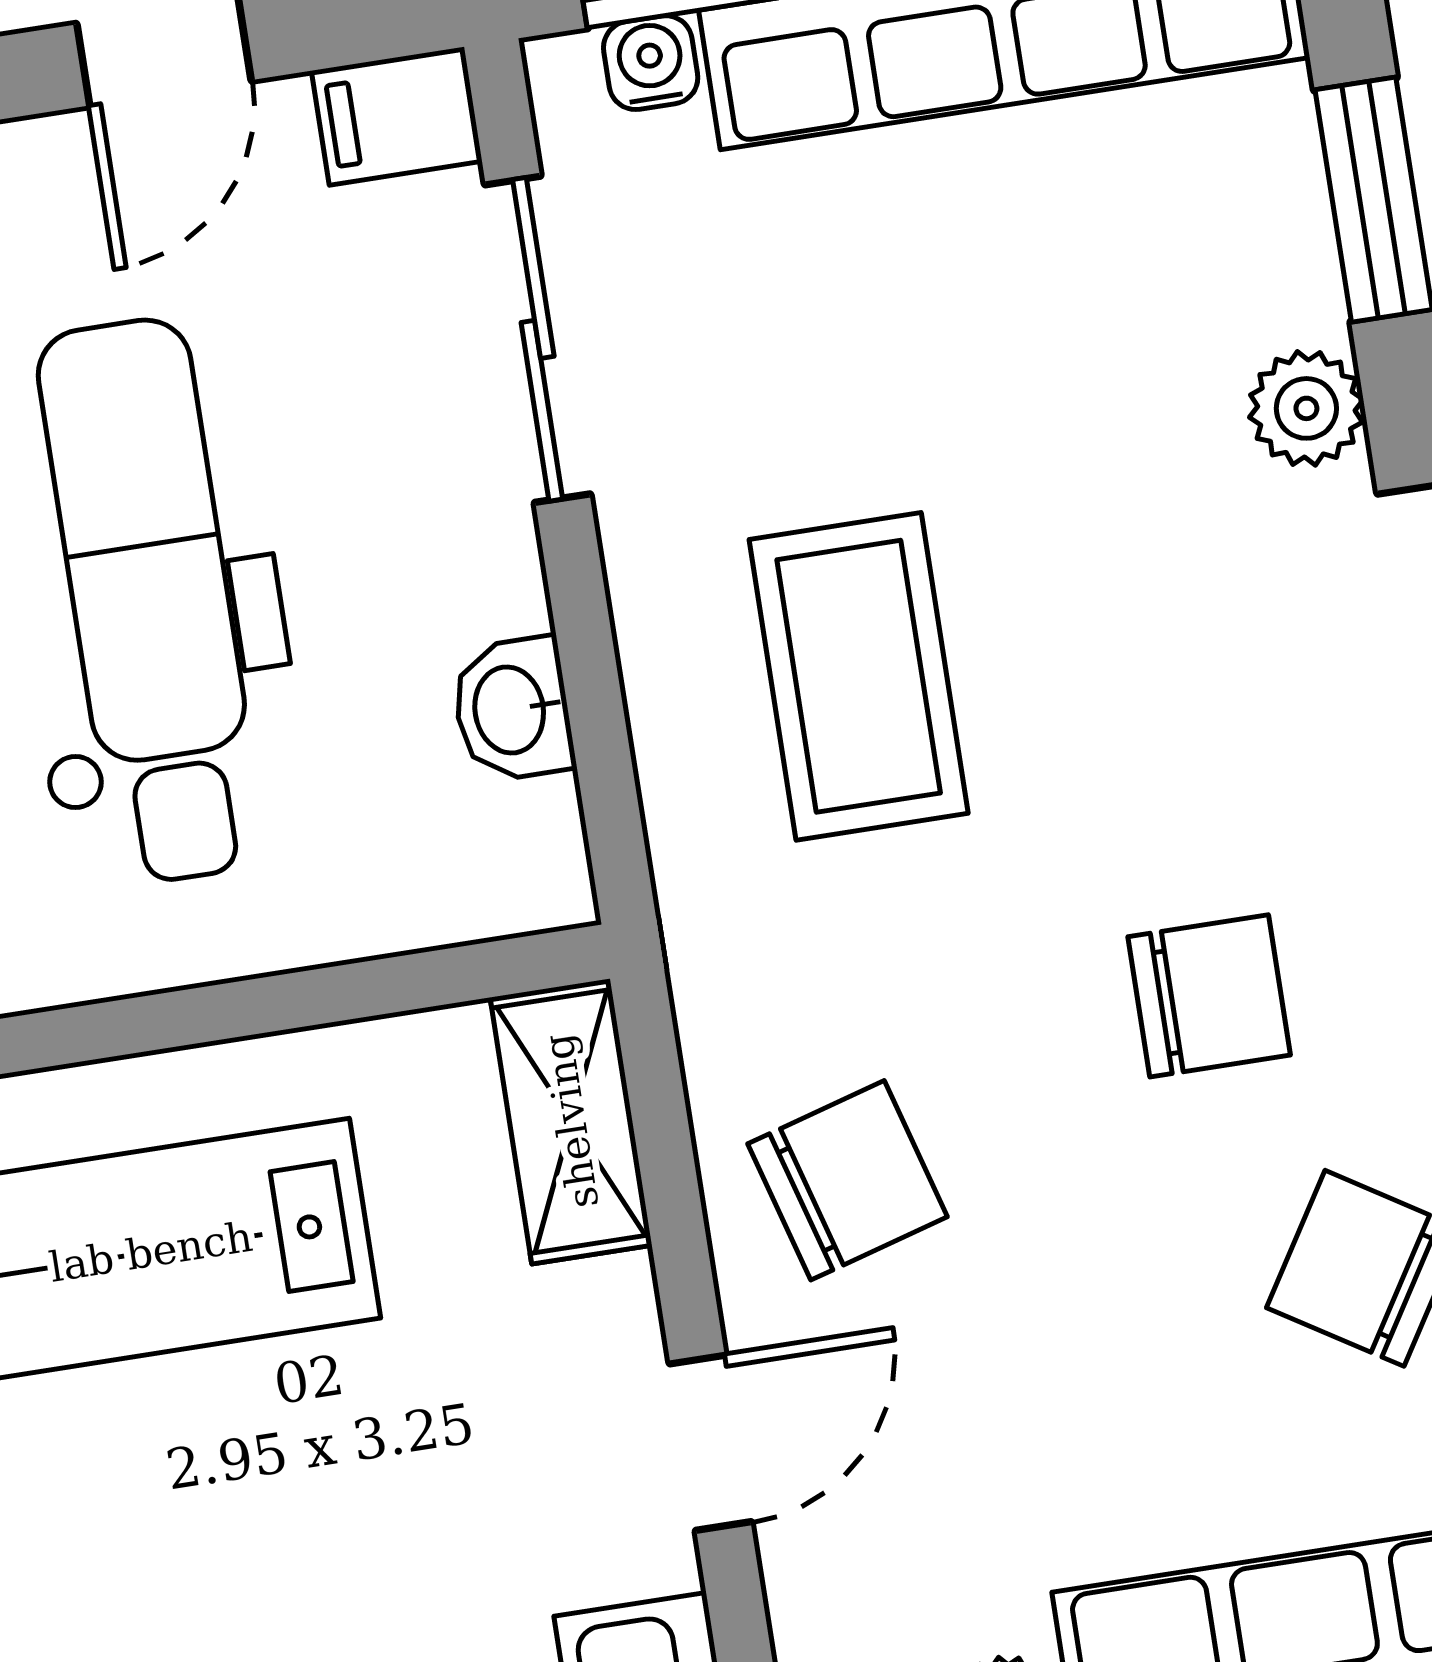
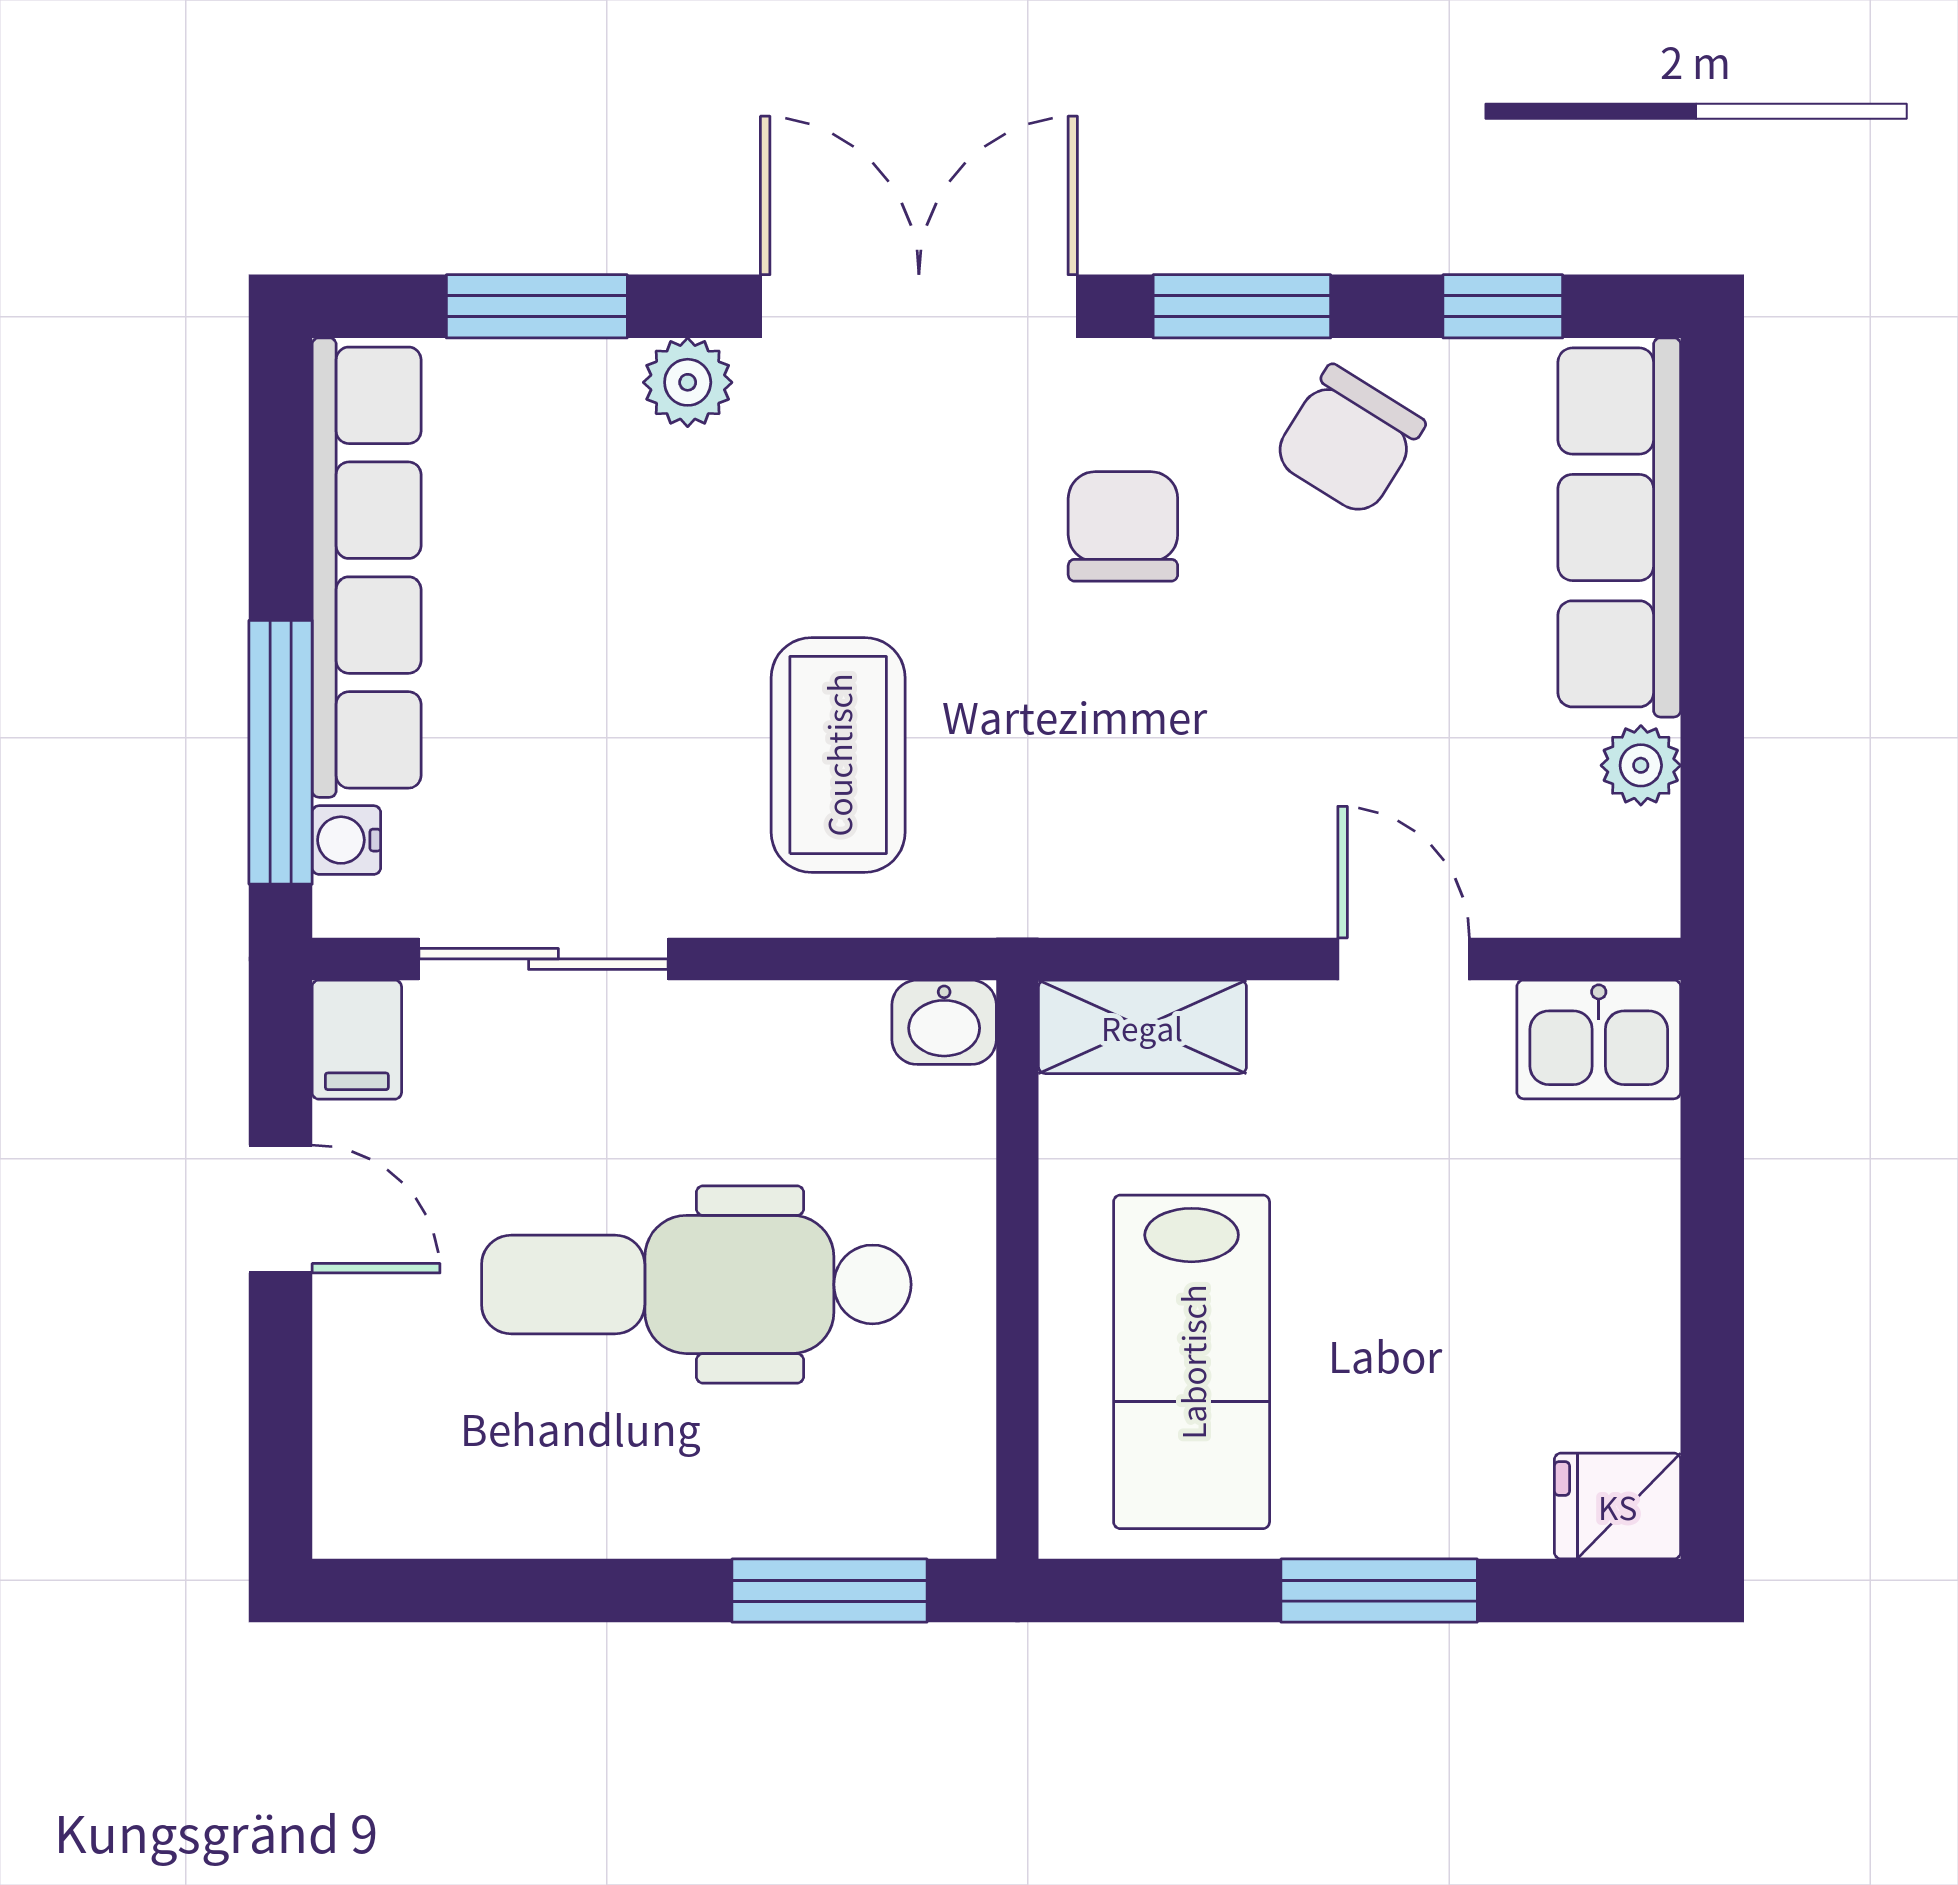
coffee table: (859, 676) -> (838, 755), turned 90
washbasin: (512, 709) -> (944, 1022), moved
chair: (848, 1180) -> (1220, 823), removed

